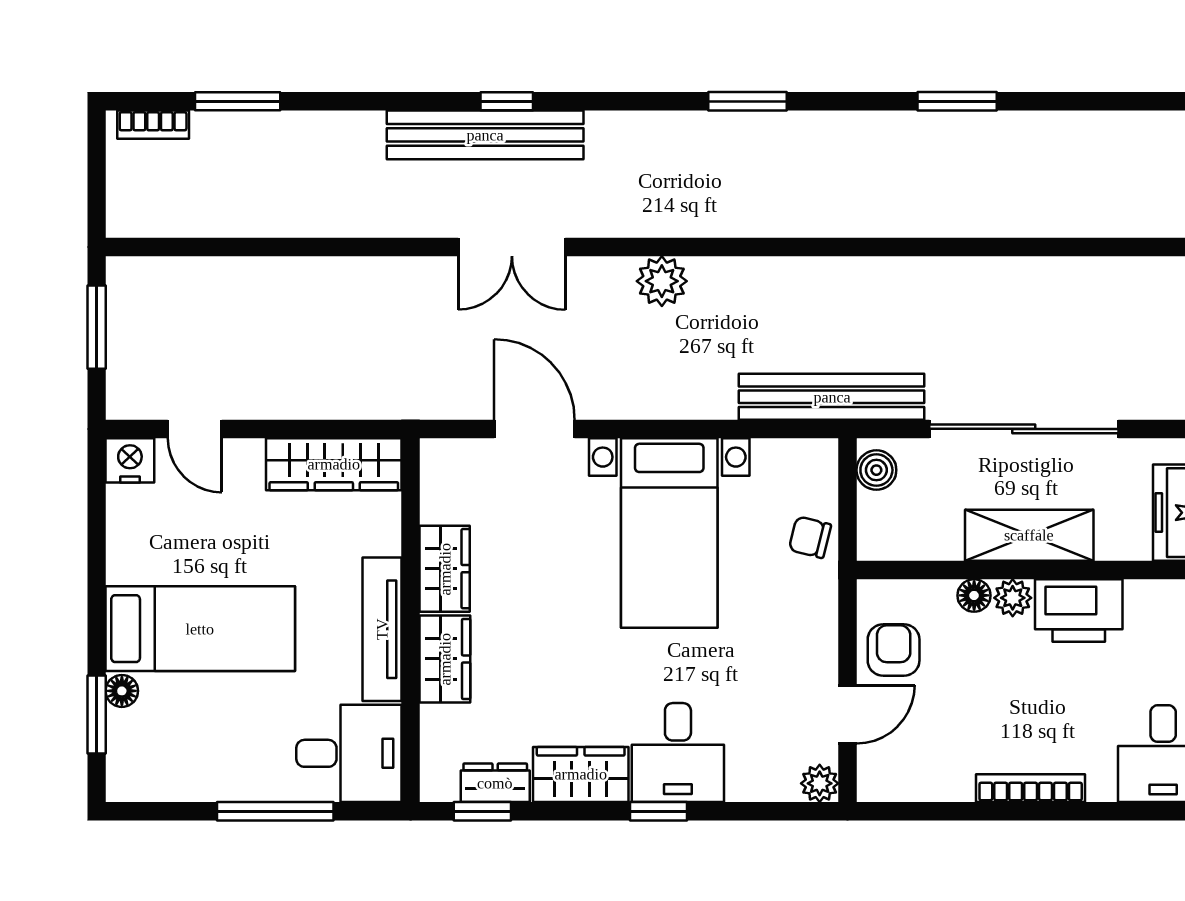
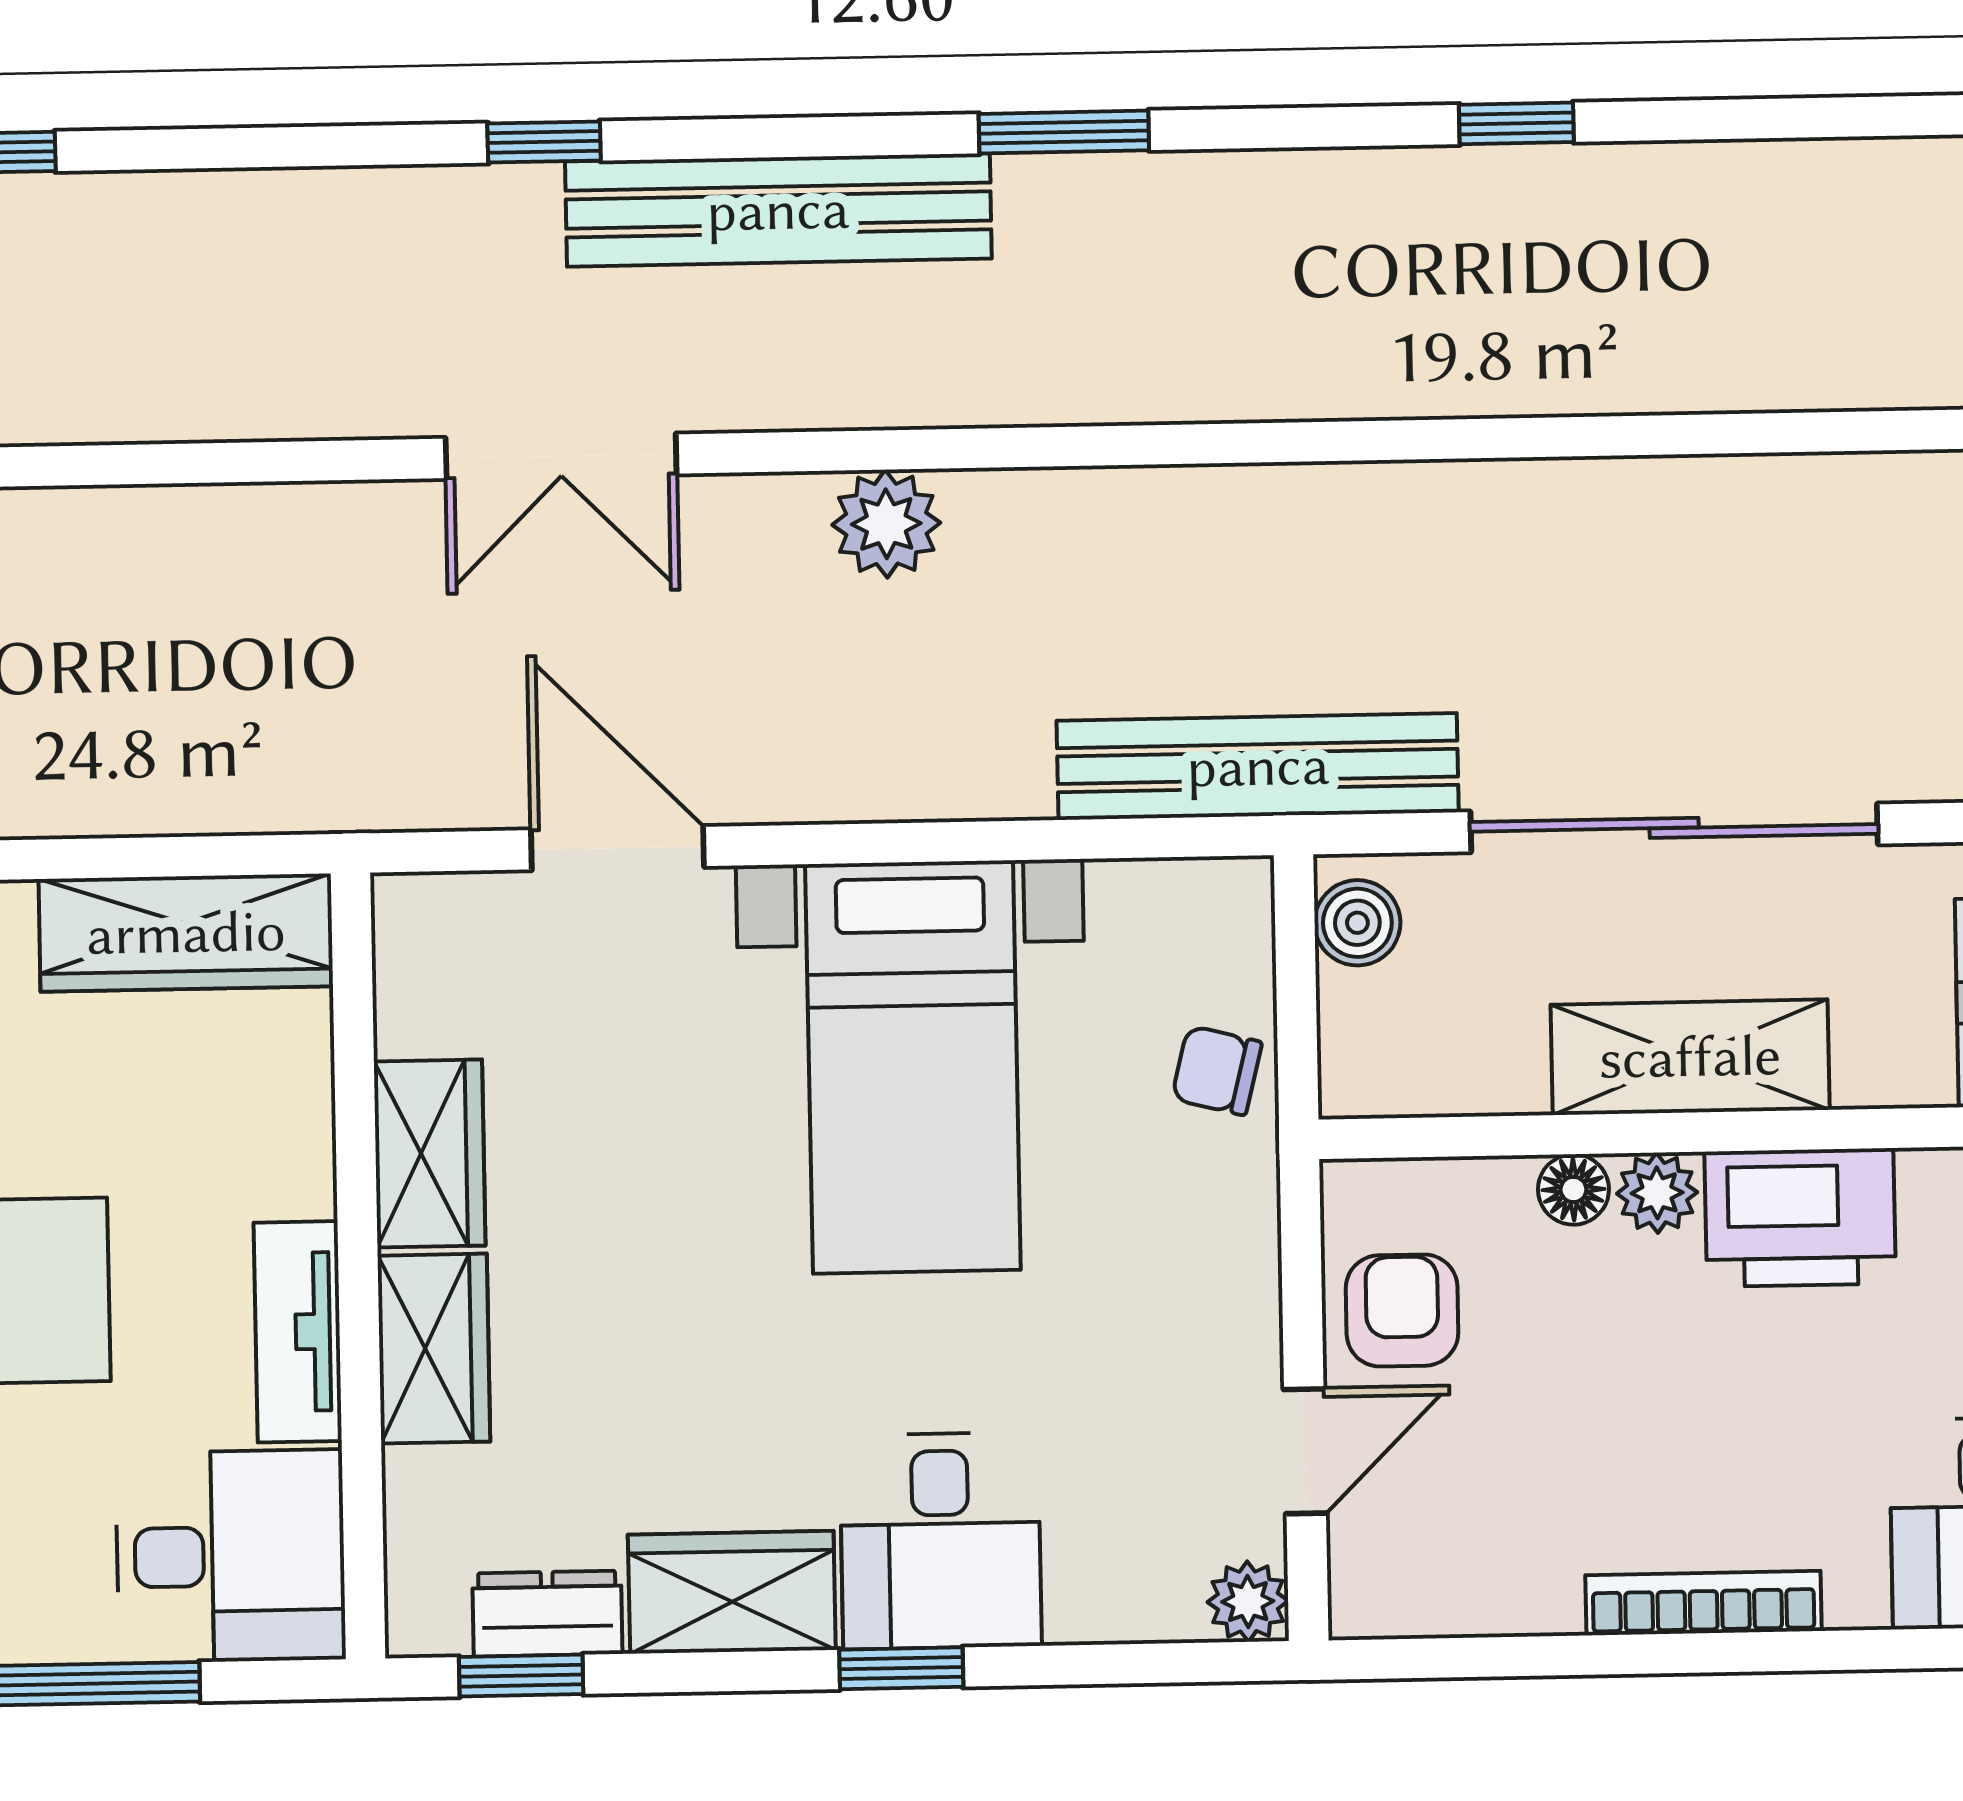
window: (957, 101) -> (1516, 123), width x0.67
bench: (485, 135) -> (778, 210), moved
tv unit: (382, 629) -> (298, 1332), width x0.71

